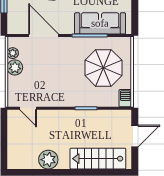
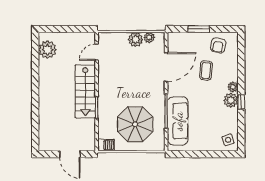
stairs: (98, 159) -> (85, 91), moved, turned 180
plant: (48, 160) -> (47, 50), moved

